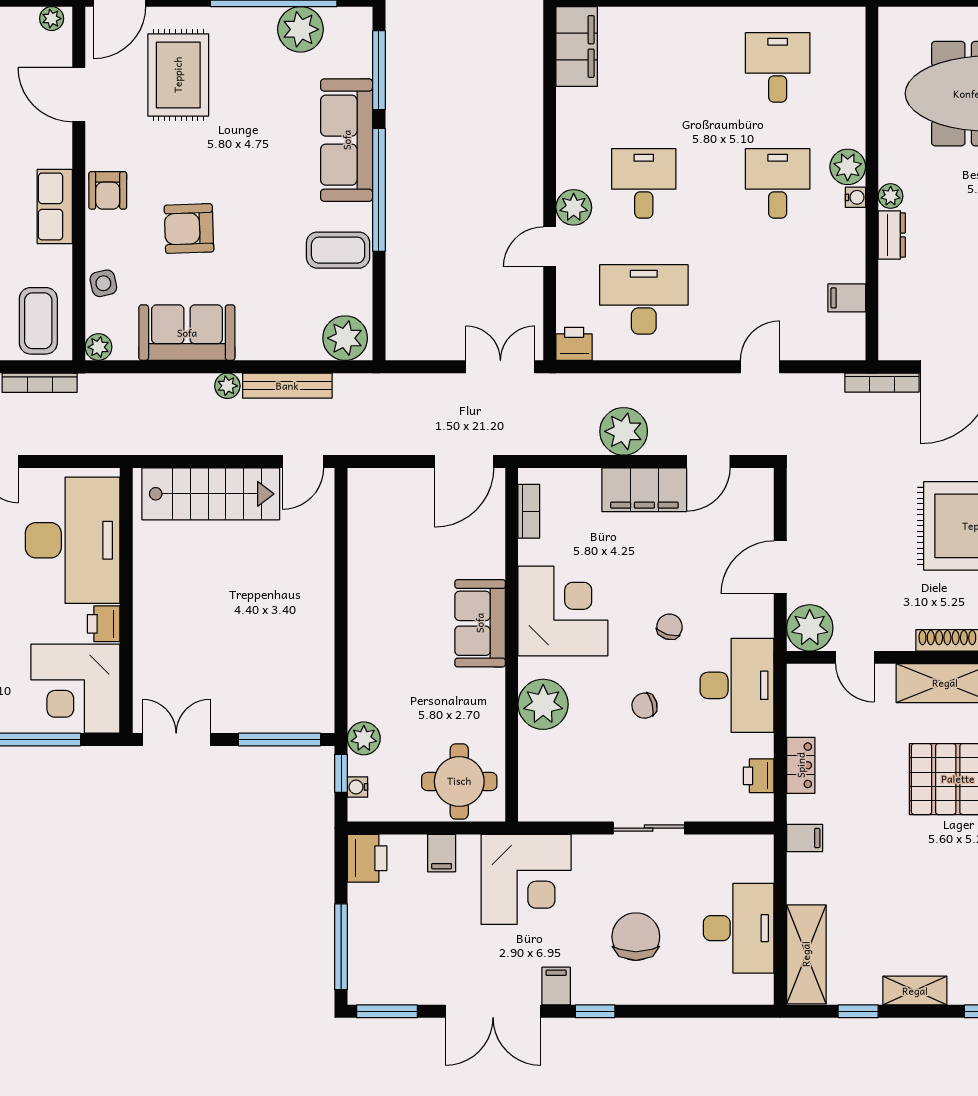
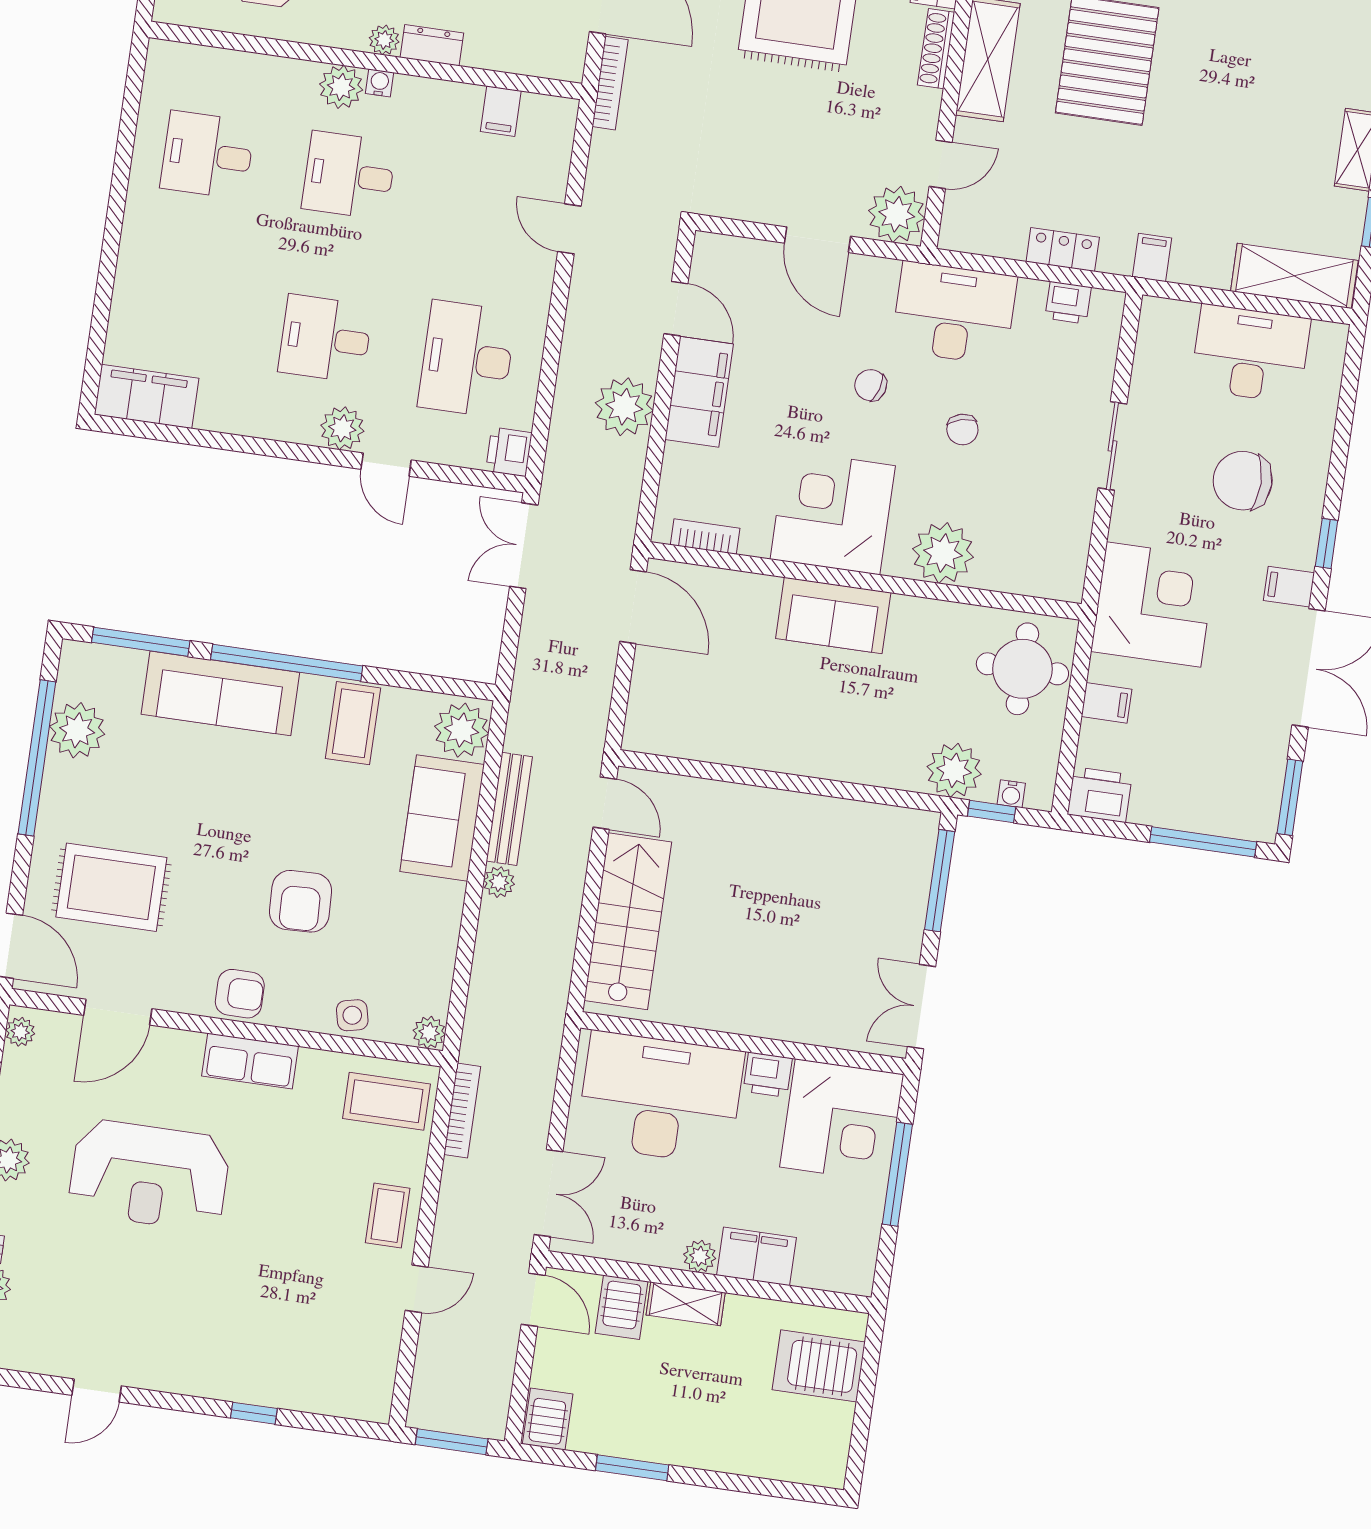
sofa: (187, 333) -> (442, 818), moved
plant: (364, 738) -> (954, 770), width x1.36, depth x1.36

